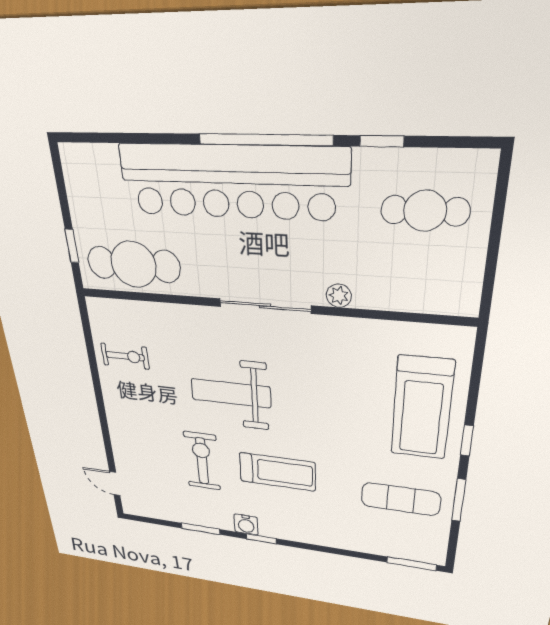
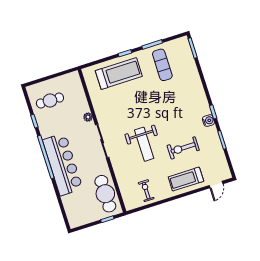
bar counter: (232, 182) -> (63, 164), width x0.73
cafe table: (425, 211) -> (50, 101), turned 90
treadmill: (277, 472) -> (186, 179), moved, turned -90

